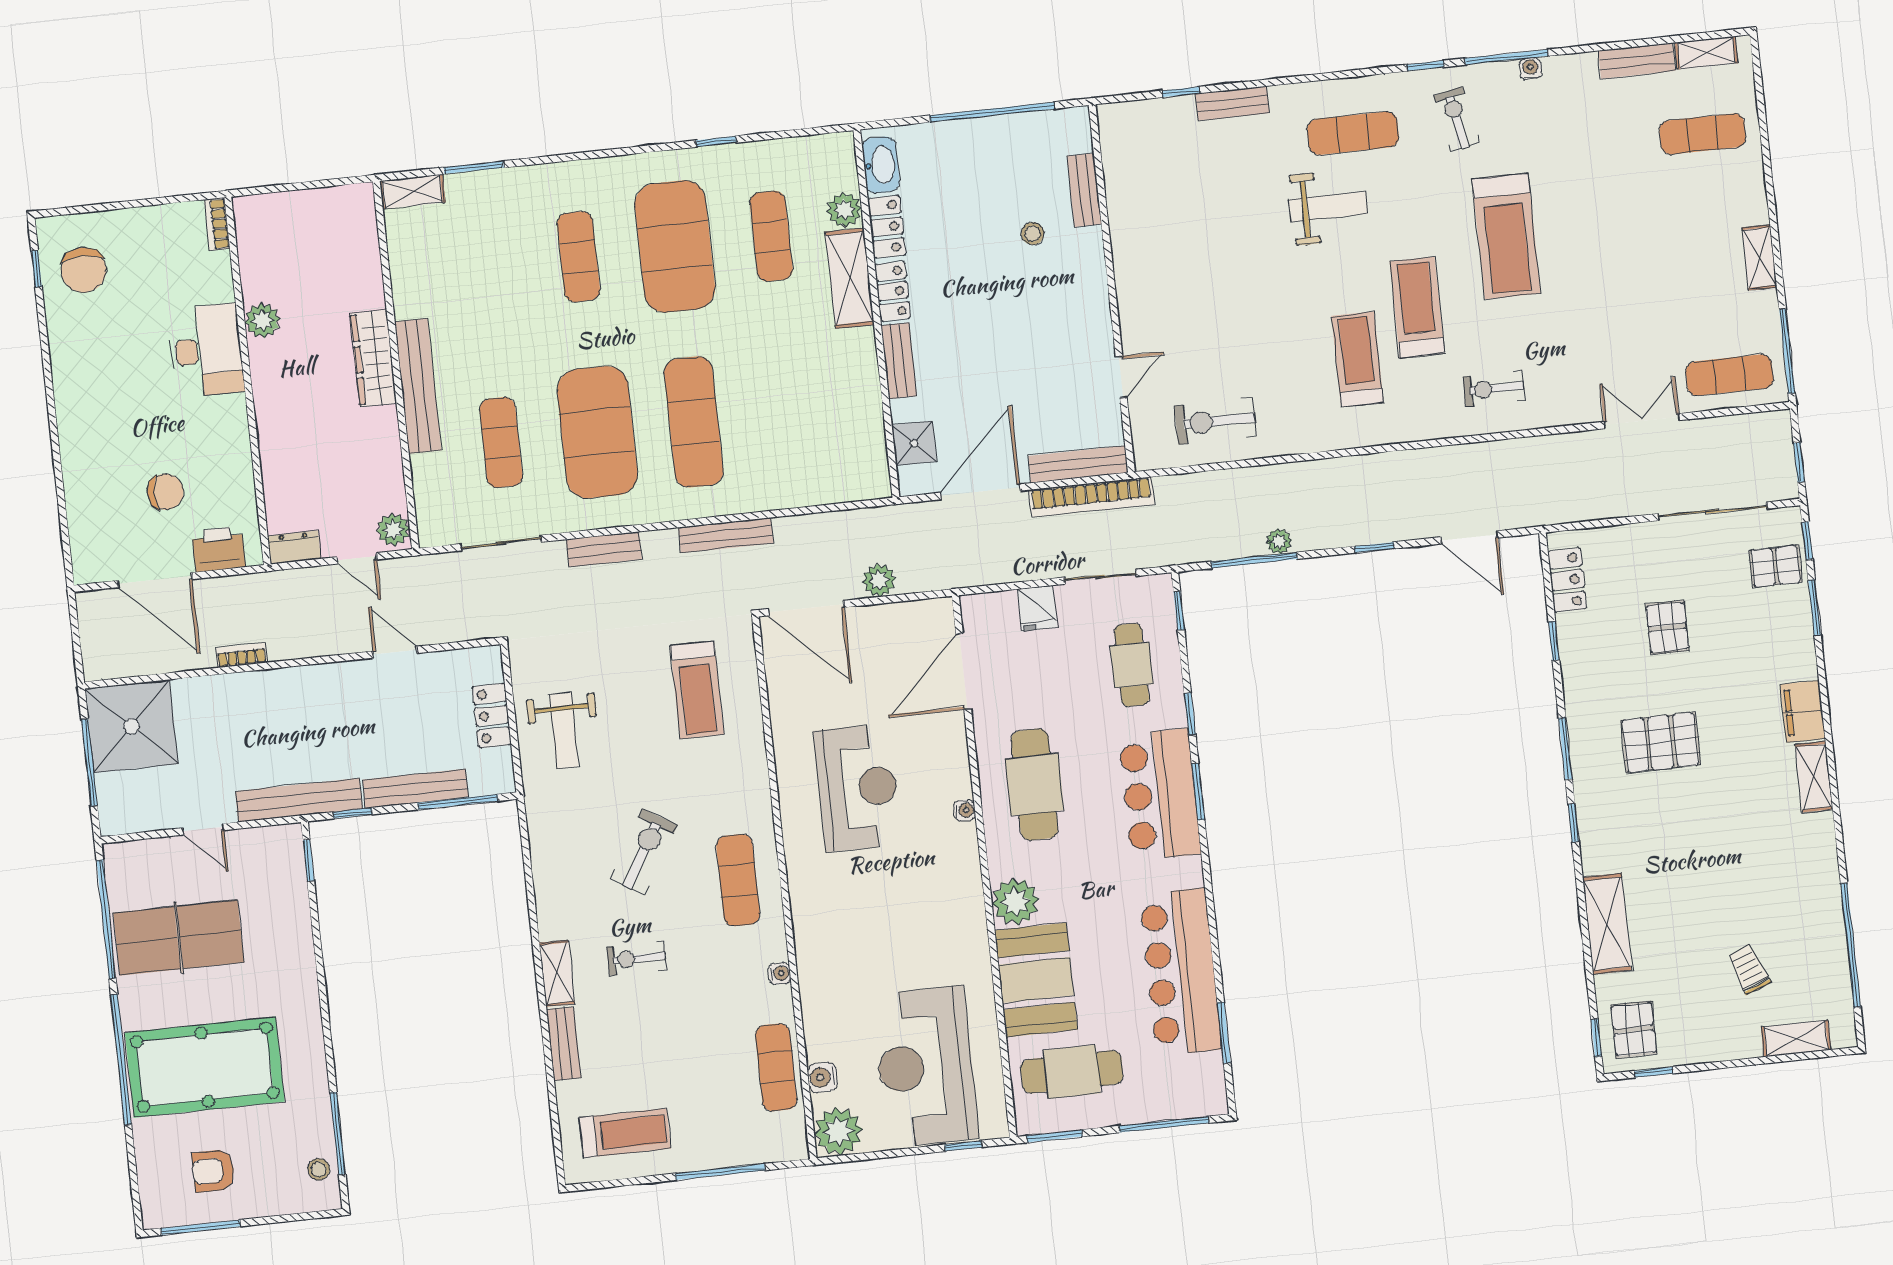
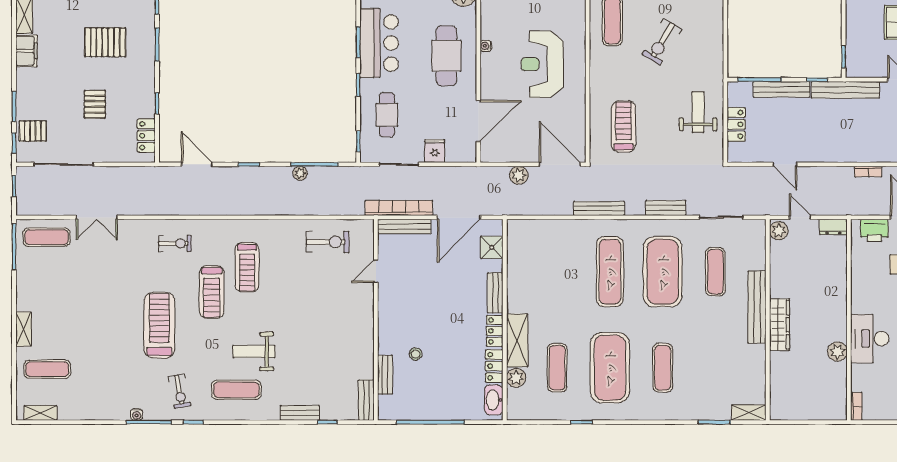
bench: (1637, 61) -> (366, 400), moved, turned 90
shelving: (1760, 258) -> (24, 329), moved

